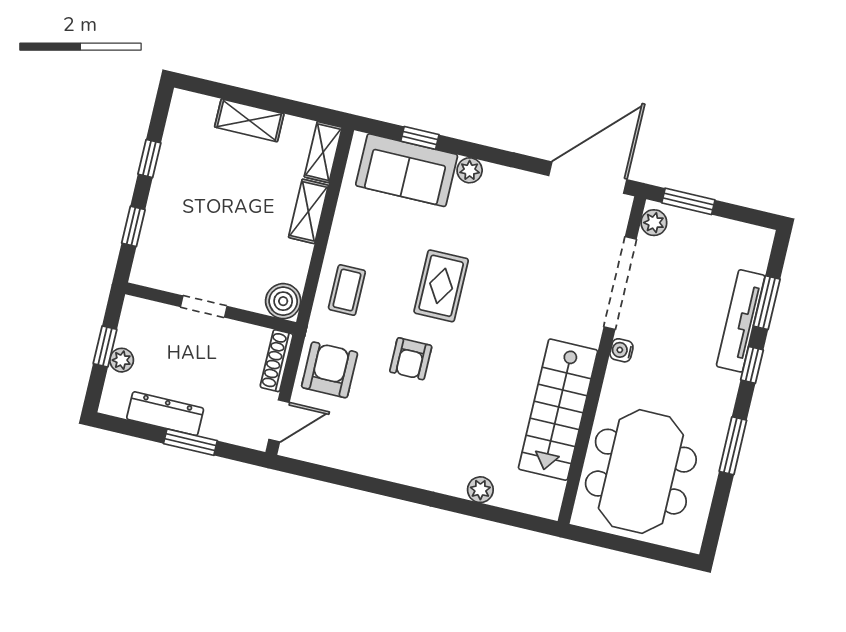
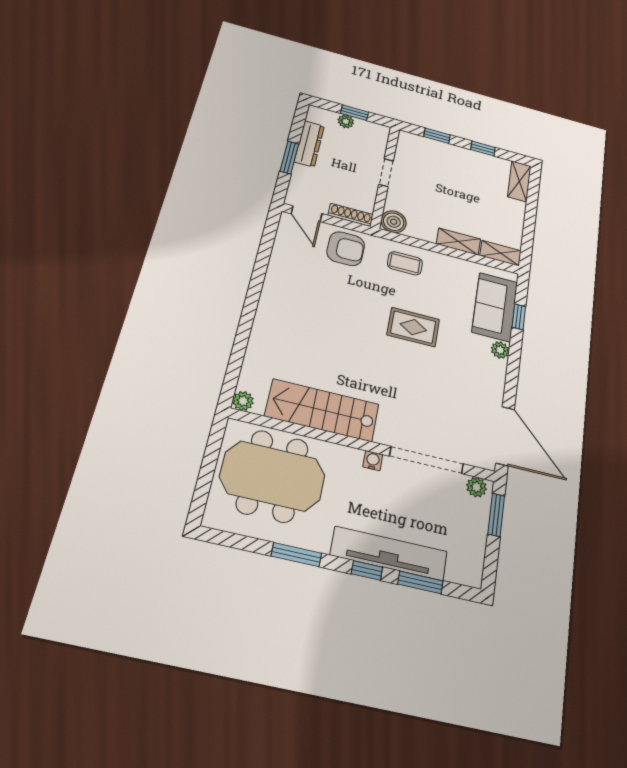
shelving: (249, 120) -> (519, 181), moved
tv unit: (741, 321) -> (389, 553), width x1.36, depth x1.29
armchair: (411, 359) -> (357, 304), removed
plant: (480, 490) -> (243, 401), moved

